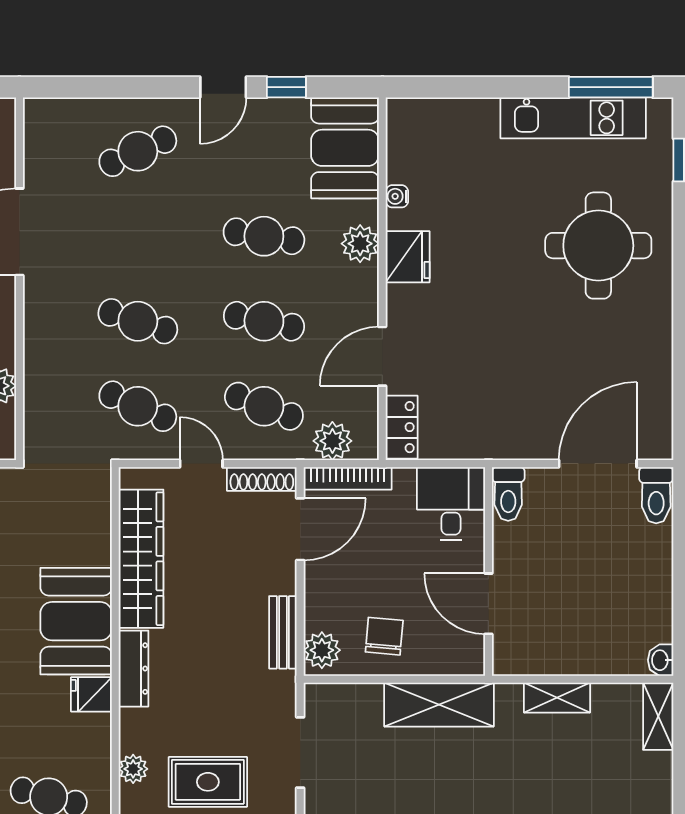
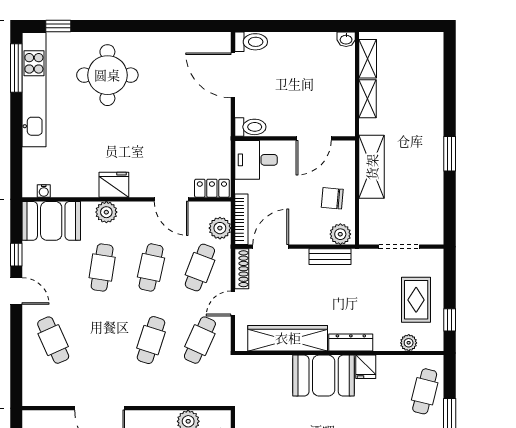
kitchen unit: (573, 118) -> (34, 90), width x1.36
water cooler: (397, 196) -> (44, 191), moved
door: (300, 529) -> (271, 247), hinge flipped
shelving: (658, 716) -> (368, 59), moved, turned 90

